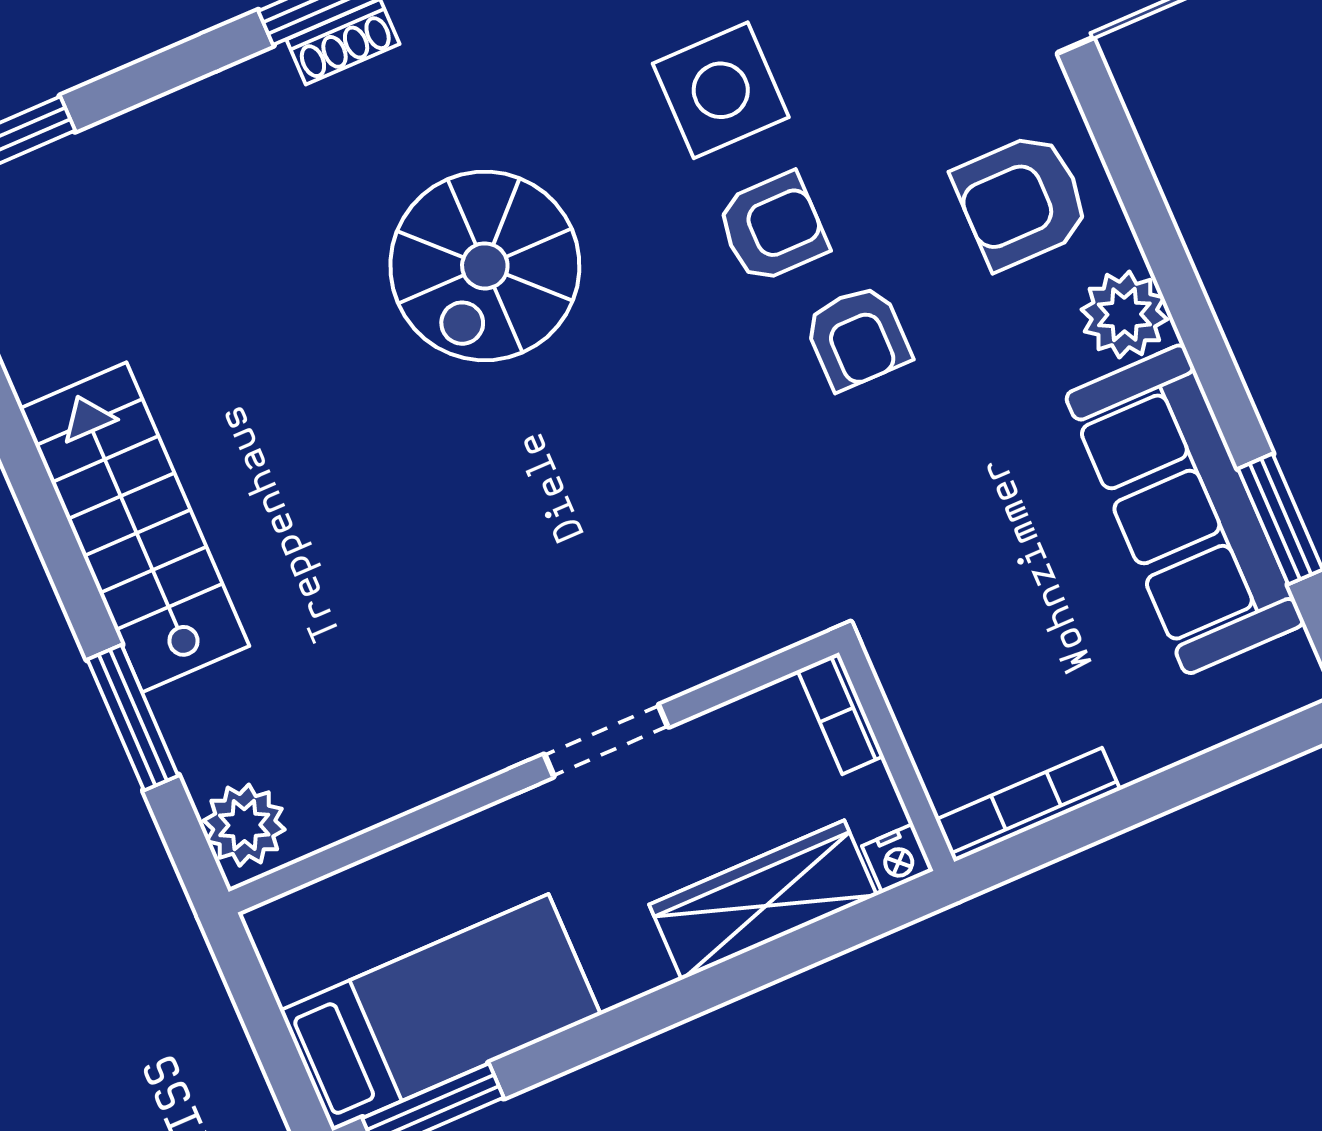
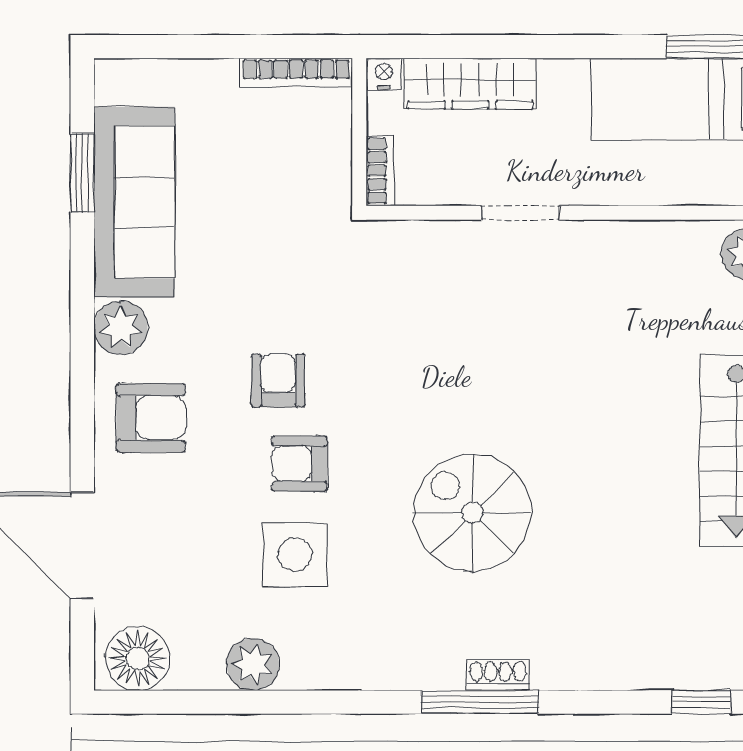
spiral stairs: (485, 266) -> (472, 513), turned -90

